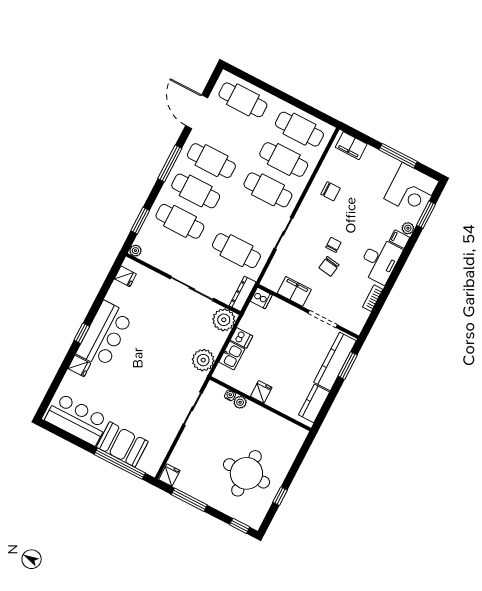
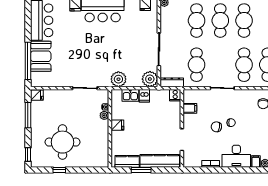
filing cabinet: (294, 291) -> (190, 108), width x0.50
window: (348, 366) -> (141, 170), moved

